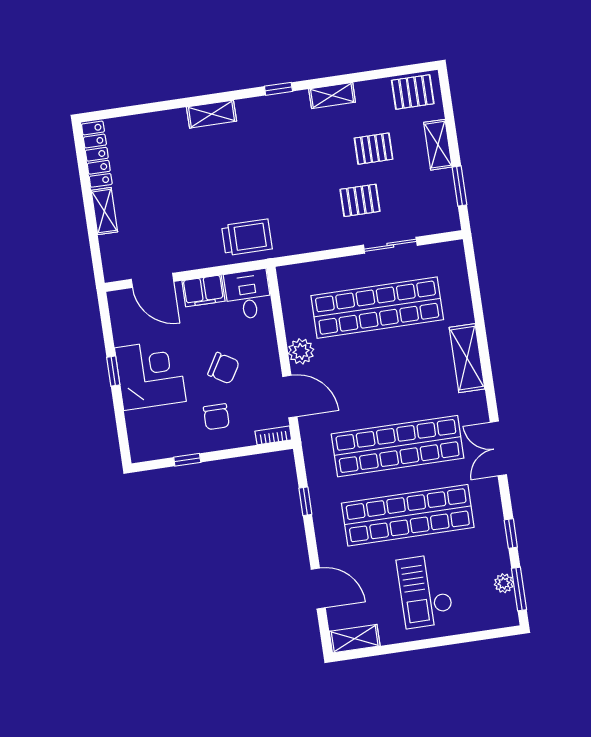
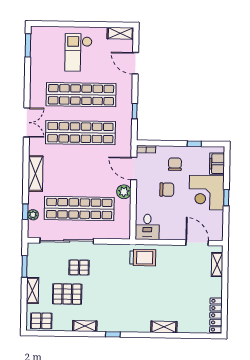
shelving: (212, 114) -> (164, 327), moved
pallet: (374, 149) -> (67, 294), width x1.50, depth x1.42
shelving: (104, 211) -> (217, 265), moved
trolley: (247, 237) -> (143, 258), turned 180
sliding door: (390, 245) -> (67, 241), width x1.86
filing cabinet: (203, 291) -> (217, 164), moved, turned -90
chair: (224, 368) -> (167, 190), turned 149
window: (511, 534) -> (25, 212), moved
plant: (504, 583) -> (33, 215), moved
checkout: (425, 591) -> (78, 53), turned 180

